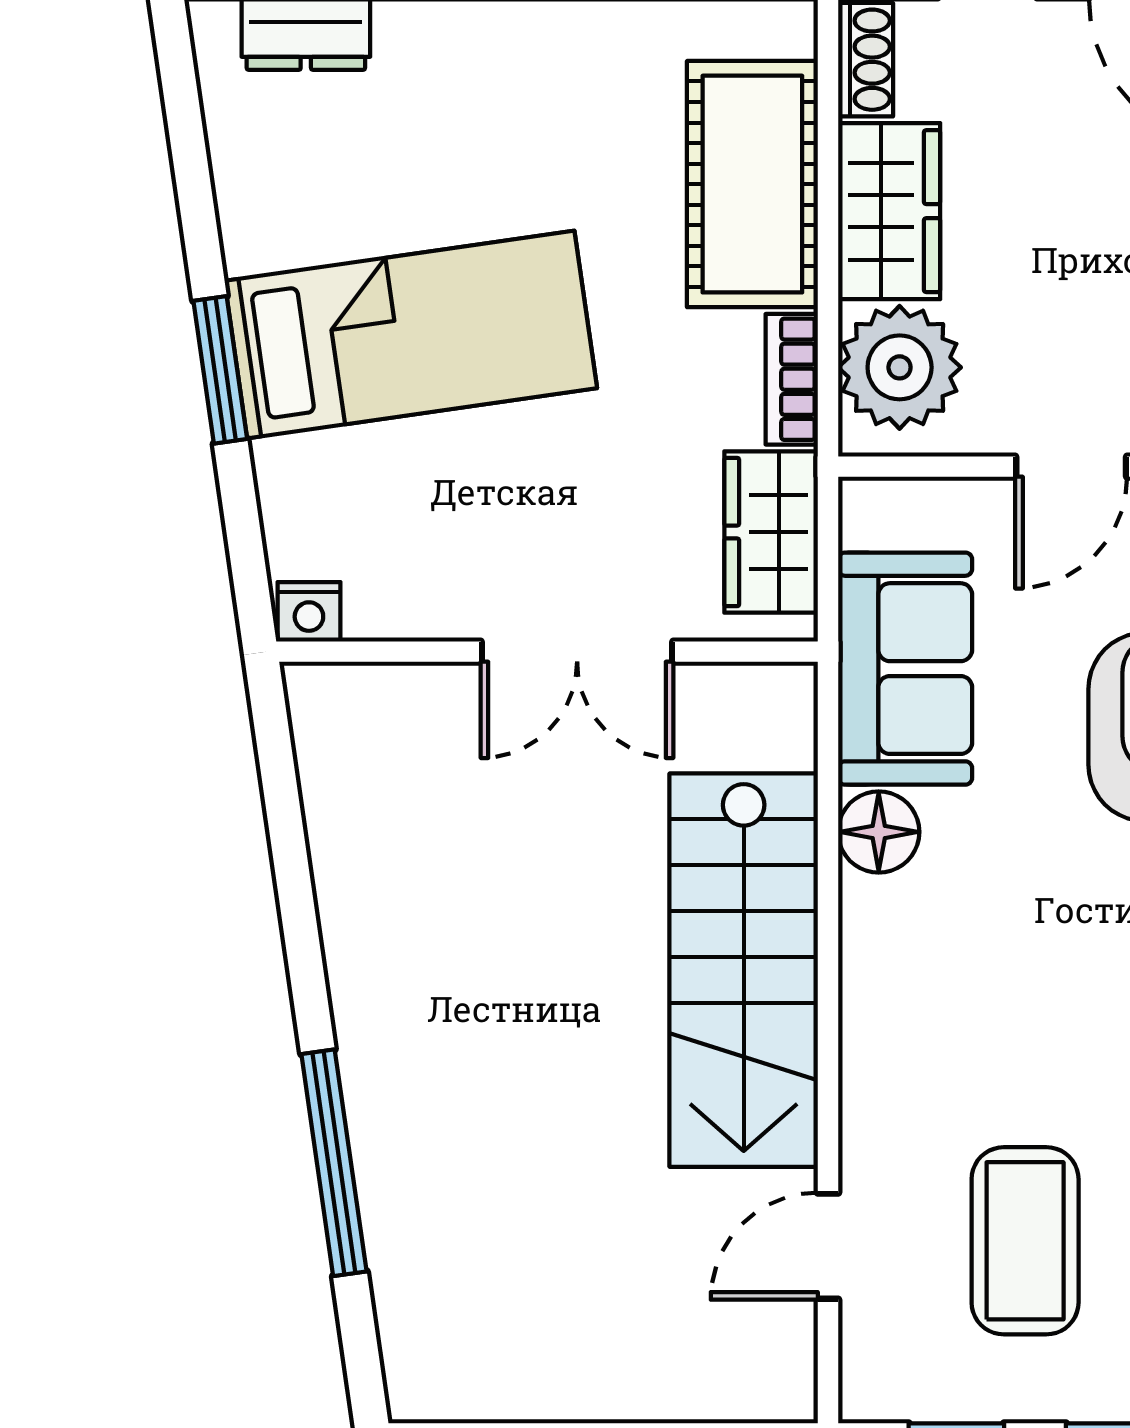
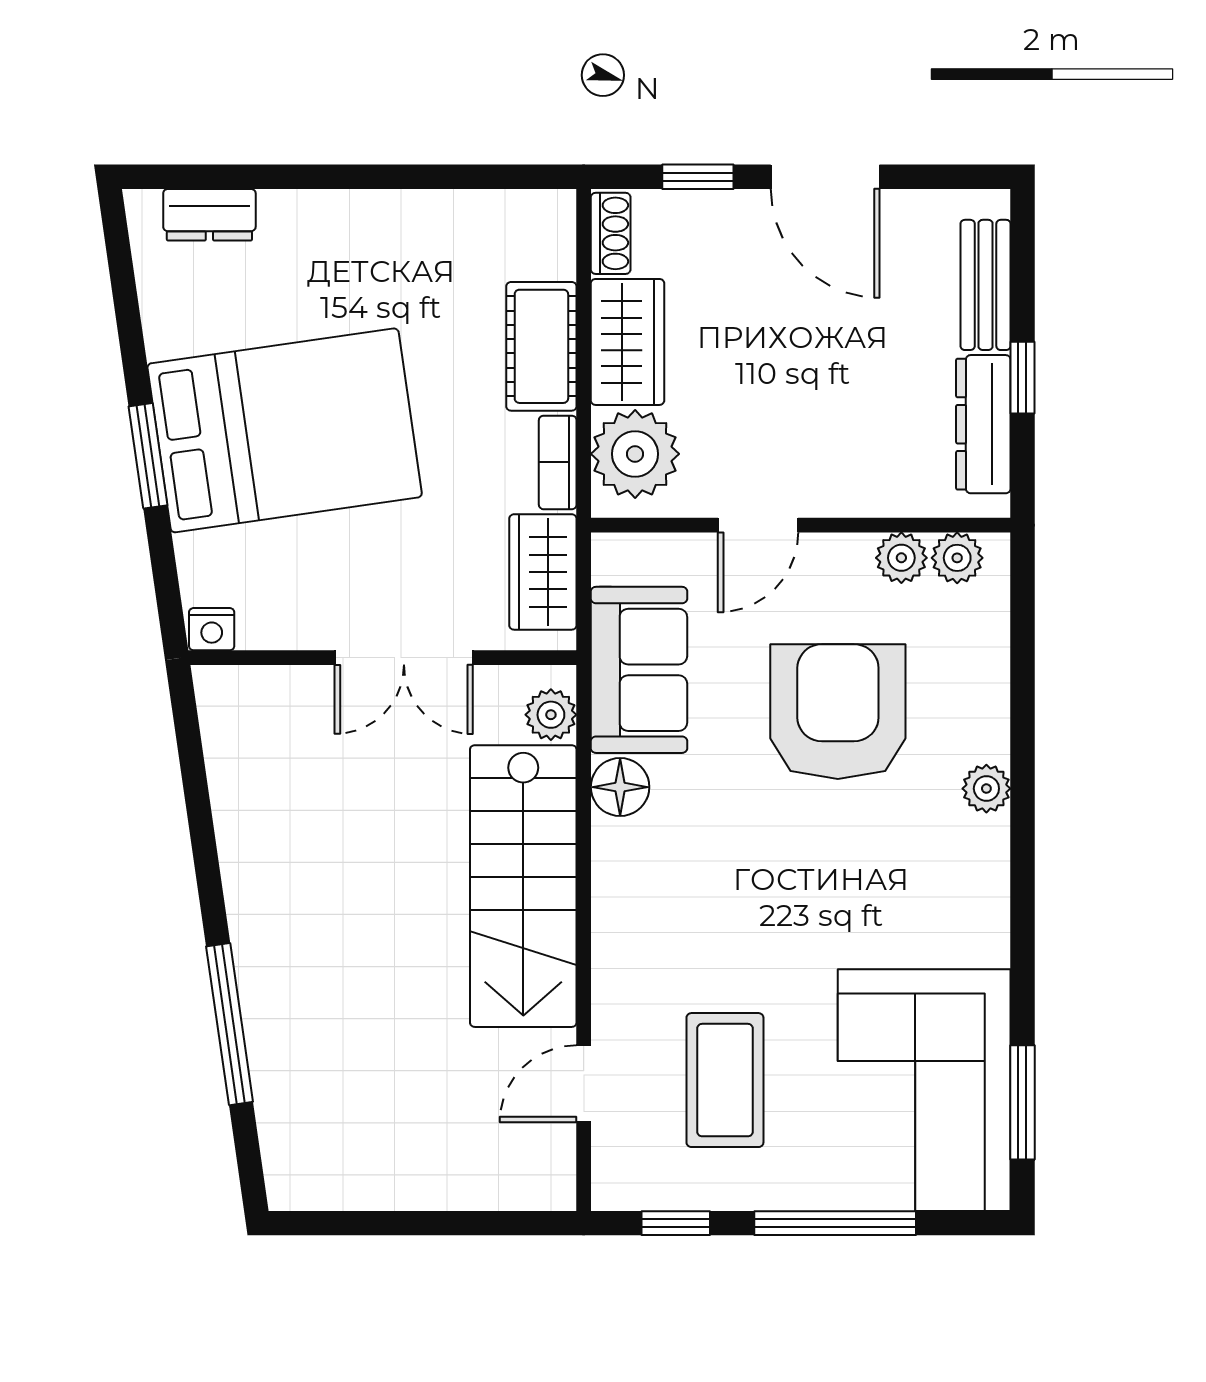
cot: (752, 184) -> (541, 346), width x0.73, depth x0.75
bed: (411, 335) -> (285, 430), width x1.50
plant: (782, 731) -> (551, 715), added

